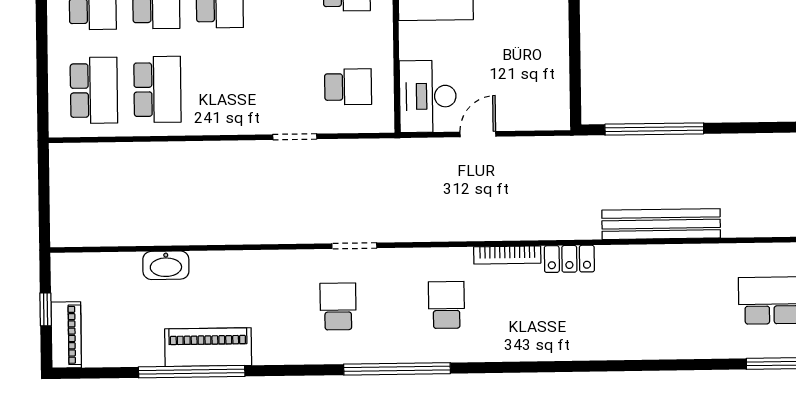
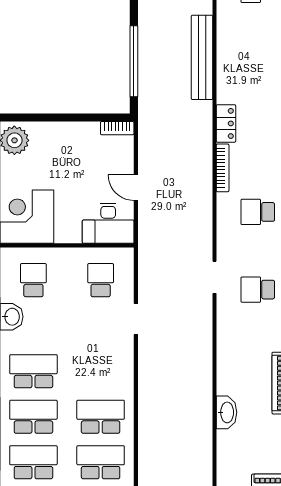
bookcase: (561, 107) -> (117, 128), added

